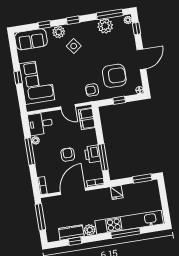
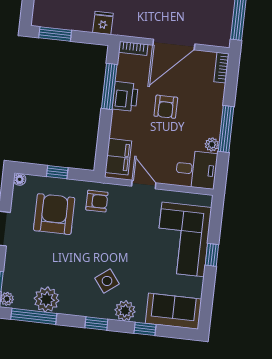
armchair: (114, 76) -> (54, 214), turned 90

